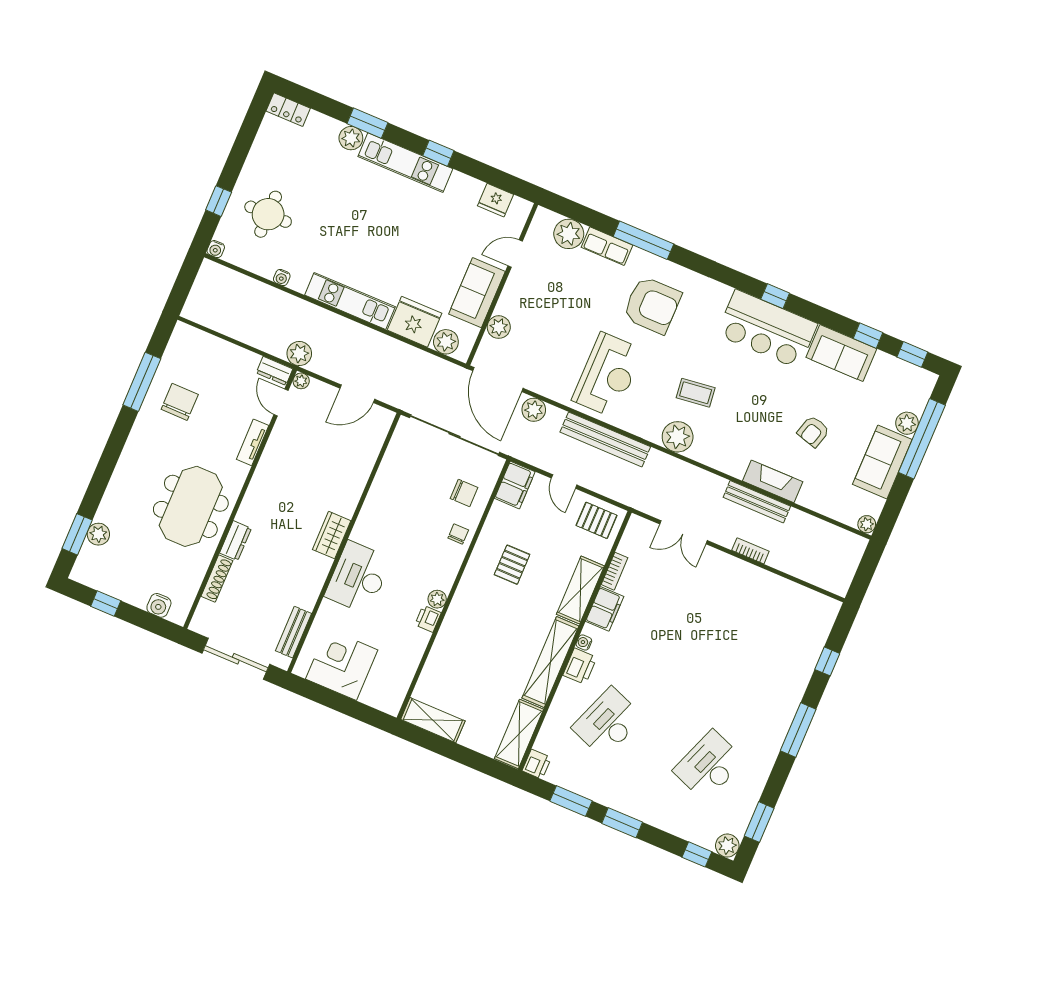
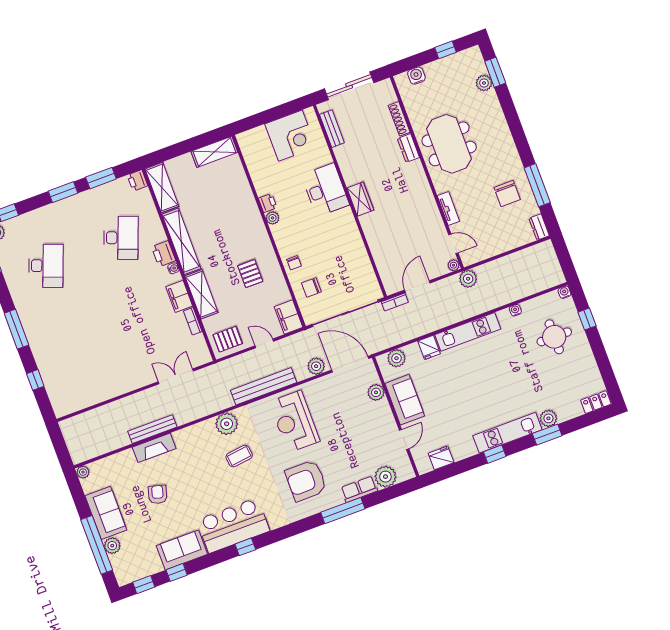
fridge: (414, 322) -> (429, 347), width x0.53, depth x0.75
dresser: (274, 371) -> (539, 227), moved, turned -90
bookcase: (750, 551) -> (395, 302), moved

